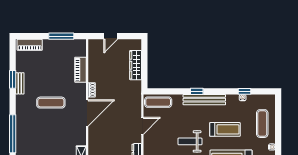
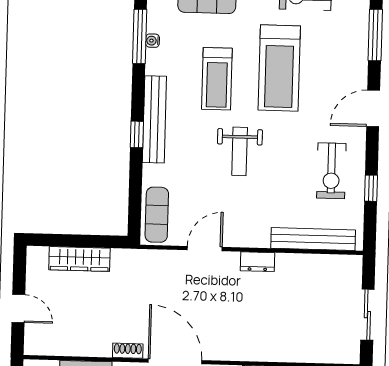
window: (244, 91) -> (140, 36), width x2.17
door: (142, 126) -> (205, 249), hinge flipped
treadmill: (225, 129) -> (217, 79), turned 180

